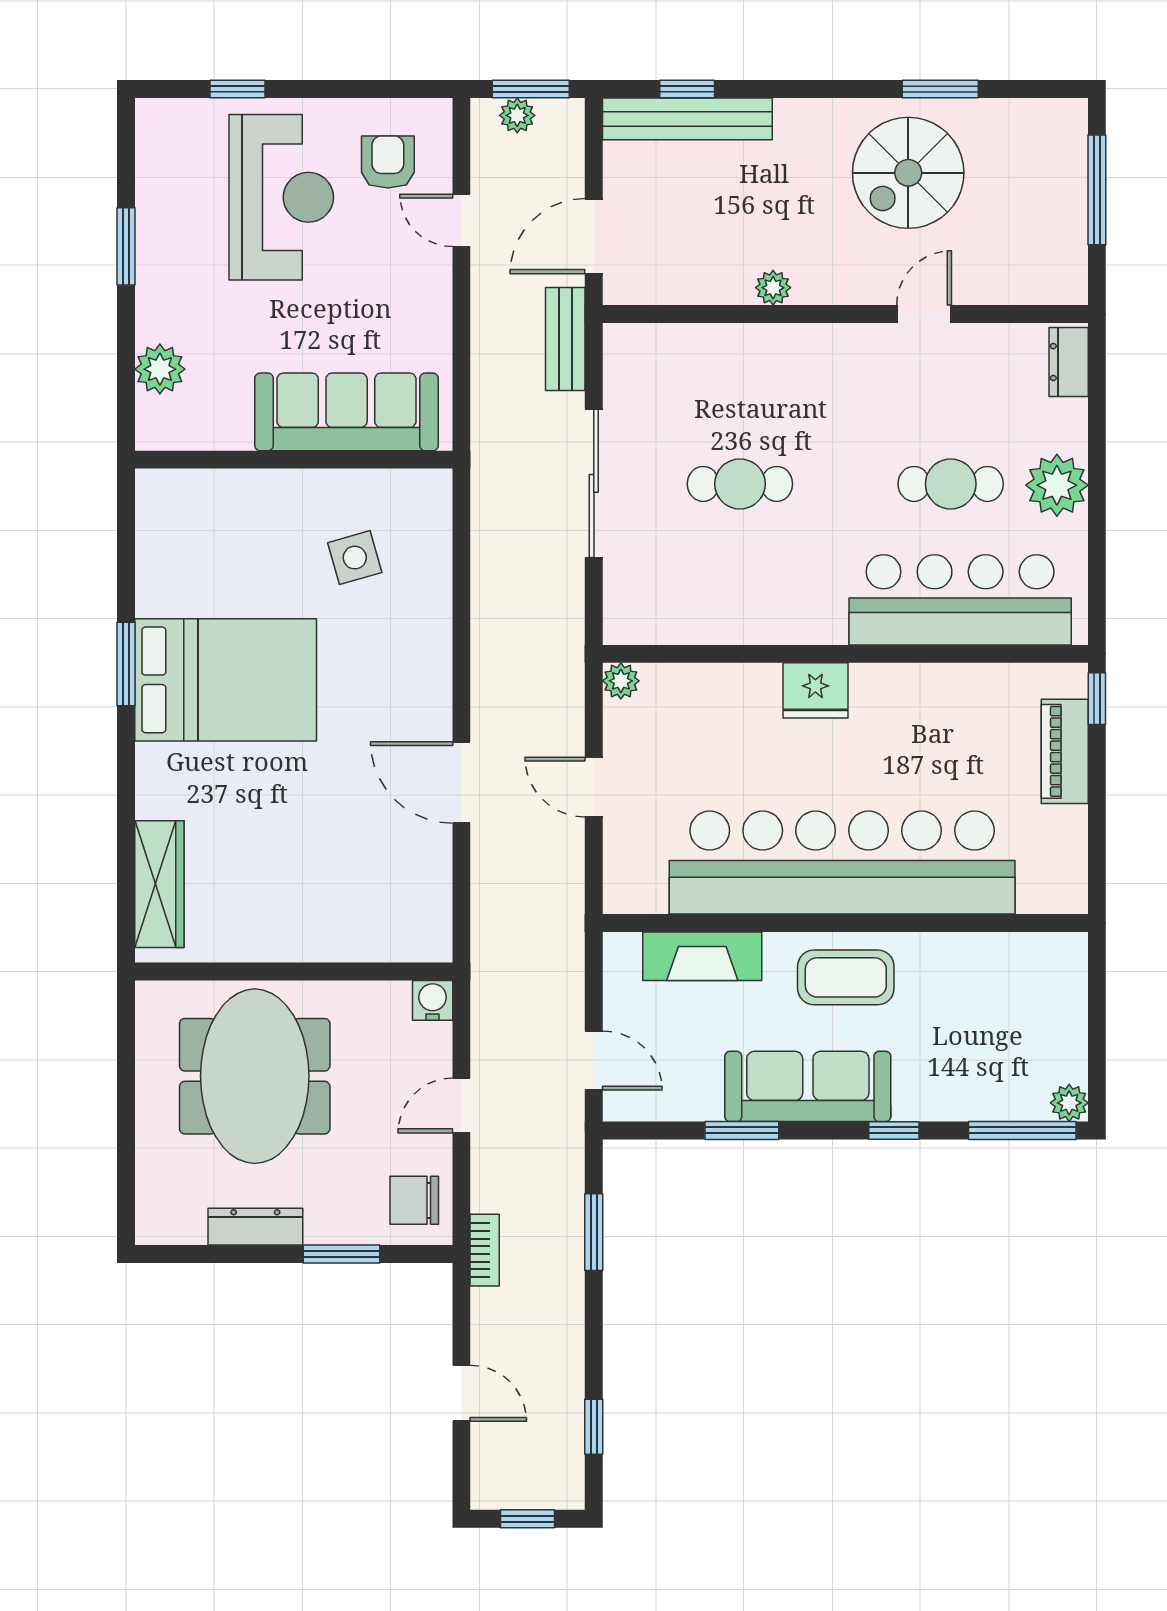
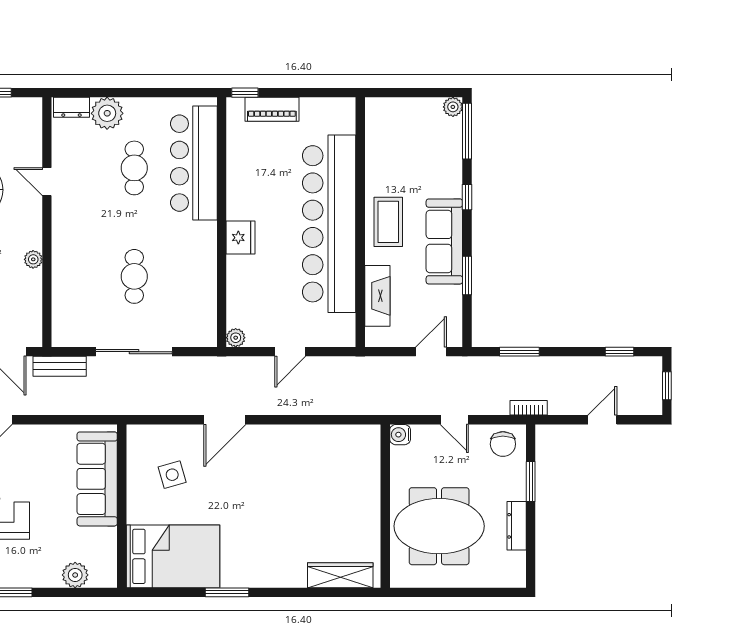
plant: (1057, 485) -> (107, 113), moved
bed: (226, 680) -> (173, 556), moved, turned 90
door: (461, 782) -> (225, 420), moved

